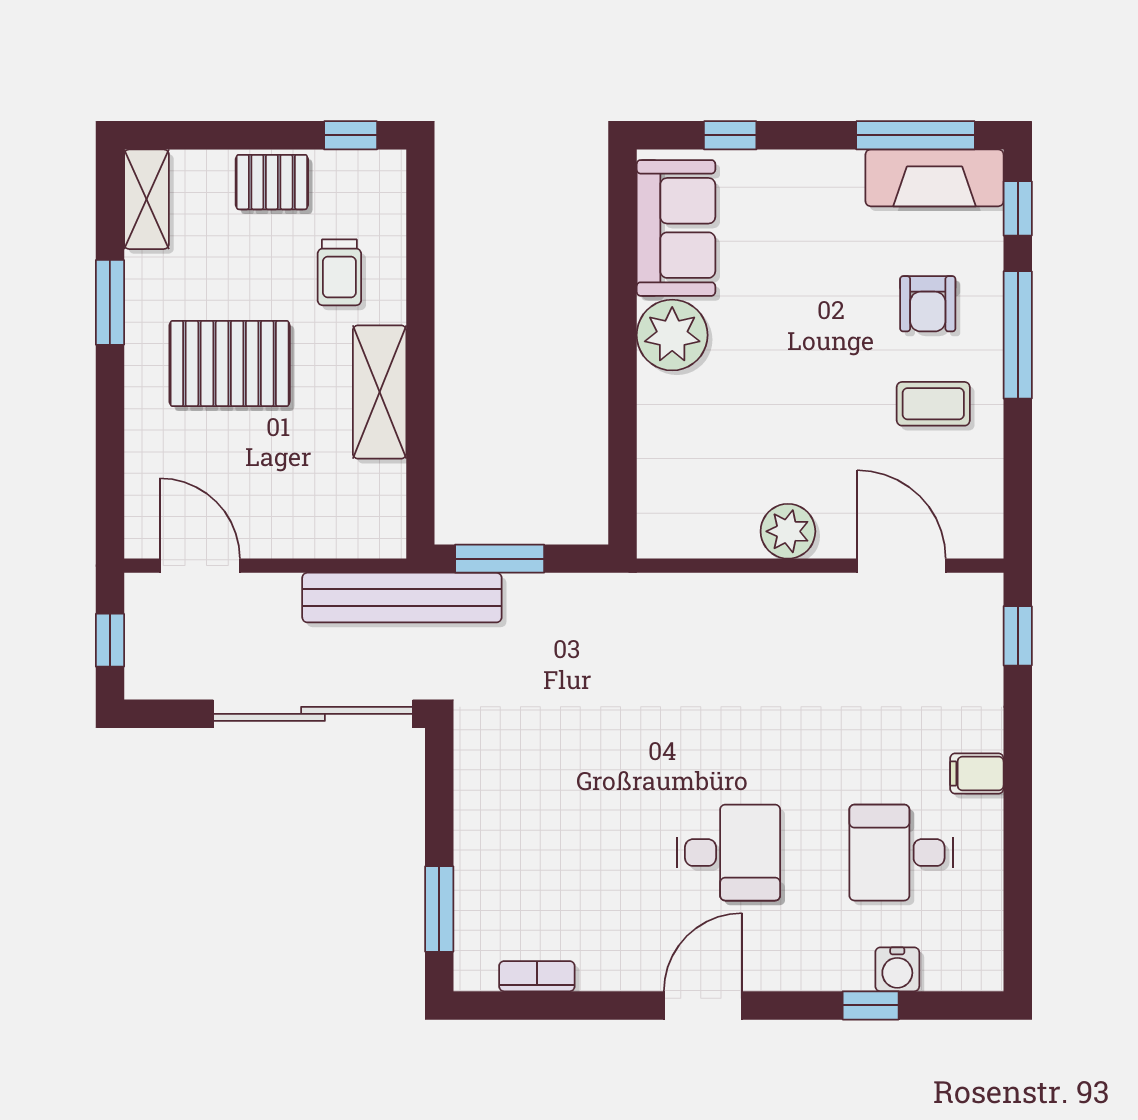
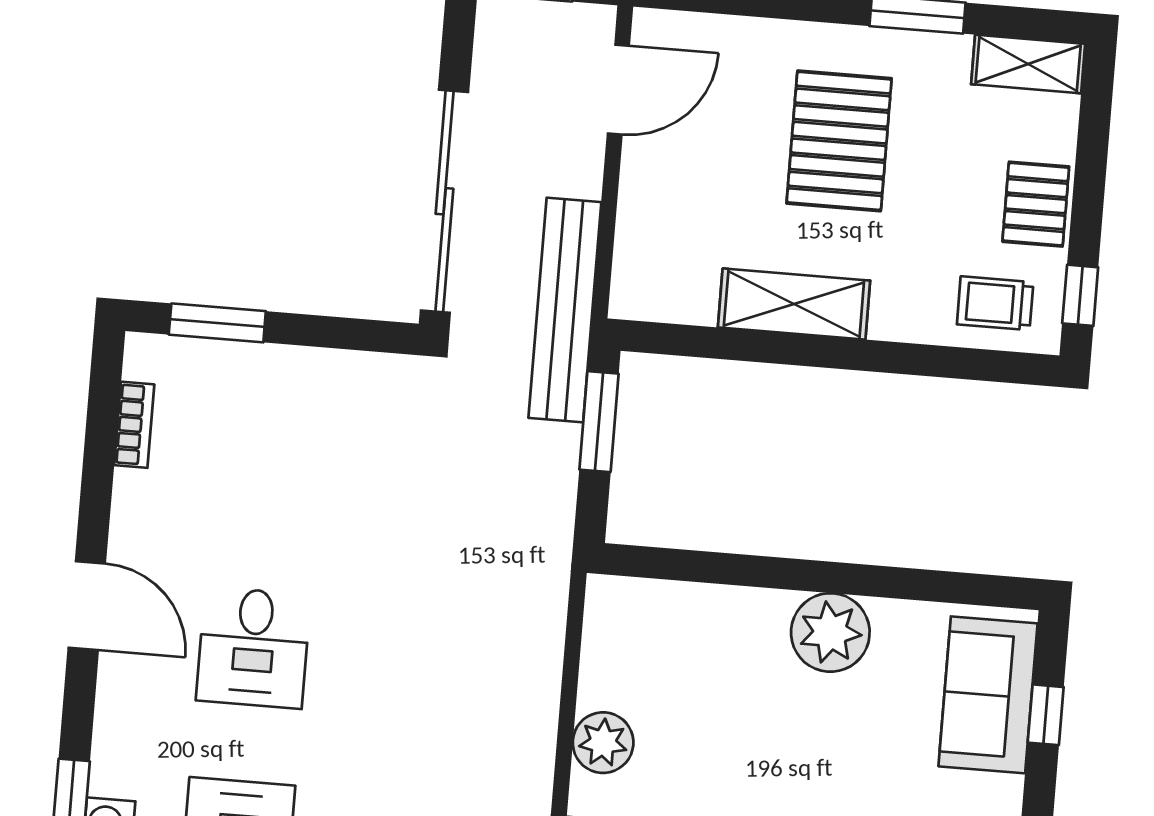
sofa: (676, 228) -> (988, 695), moved, turned 90
trolley: (339, 272) -> (995, 303), moved

